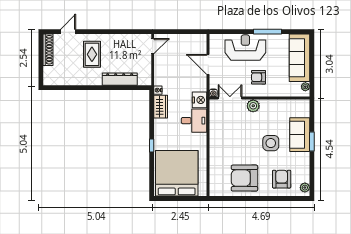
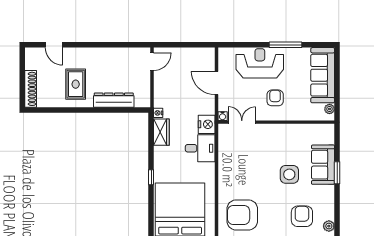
door: (68, 32) -> (54, 45), swing flipped
shoe rack: (48, 50) -> (31, 89), moved
rug: (92, 54) -> (76, 84), moved
armchair: (258, 77) -> (275, 98), turned 90
plant: (253, 106) -> (269, 131), removed
armchair: (244, 178) -> (242, 215), moved

